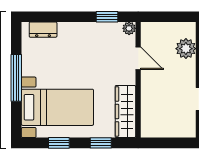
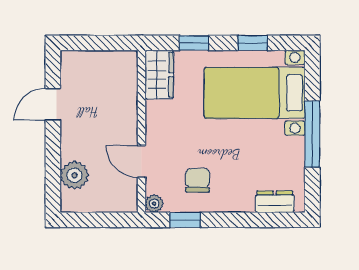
chair: (98, 45) -> (198, 180), added
wardrobe: (125, 111) -> (159, 75), width x0.67

